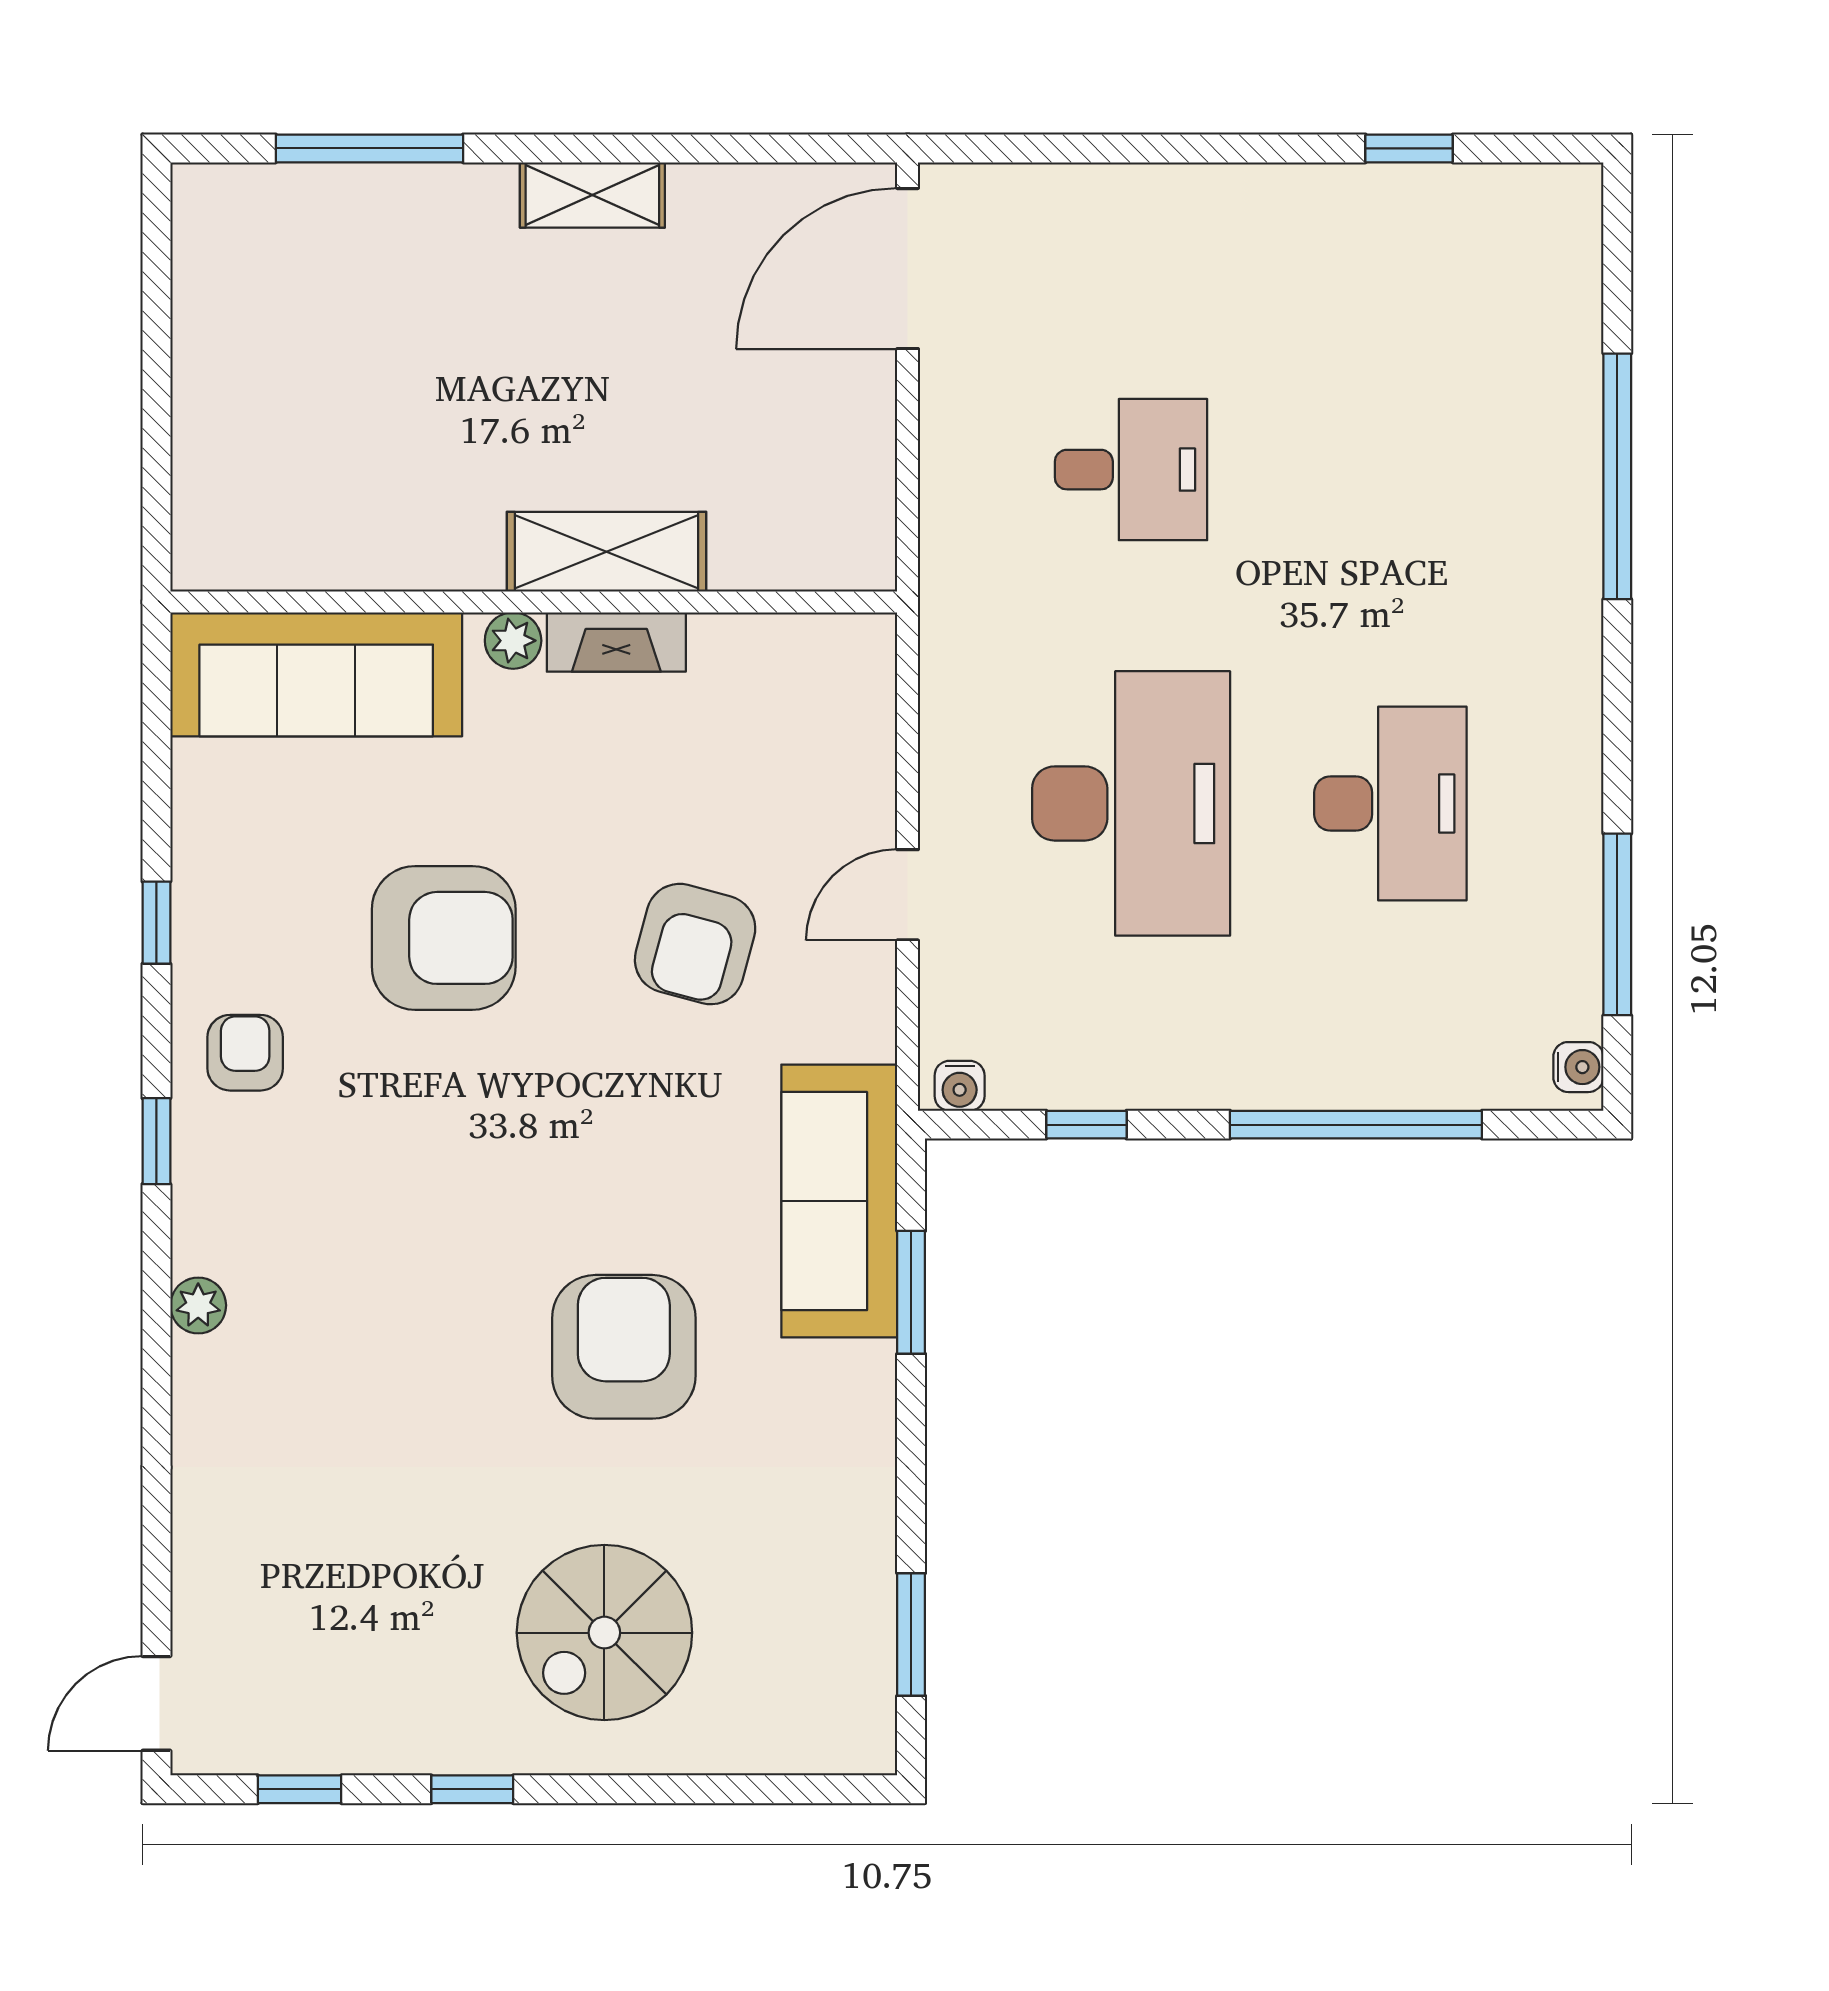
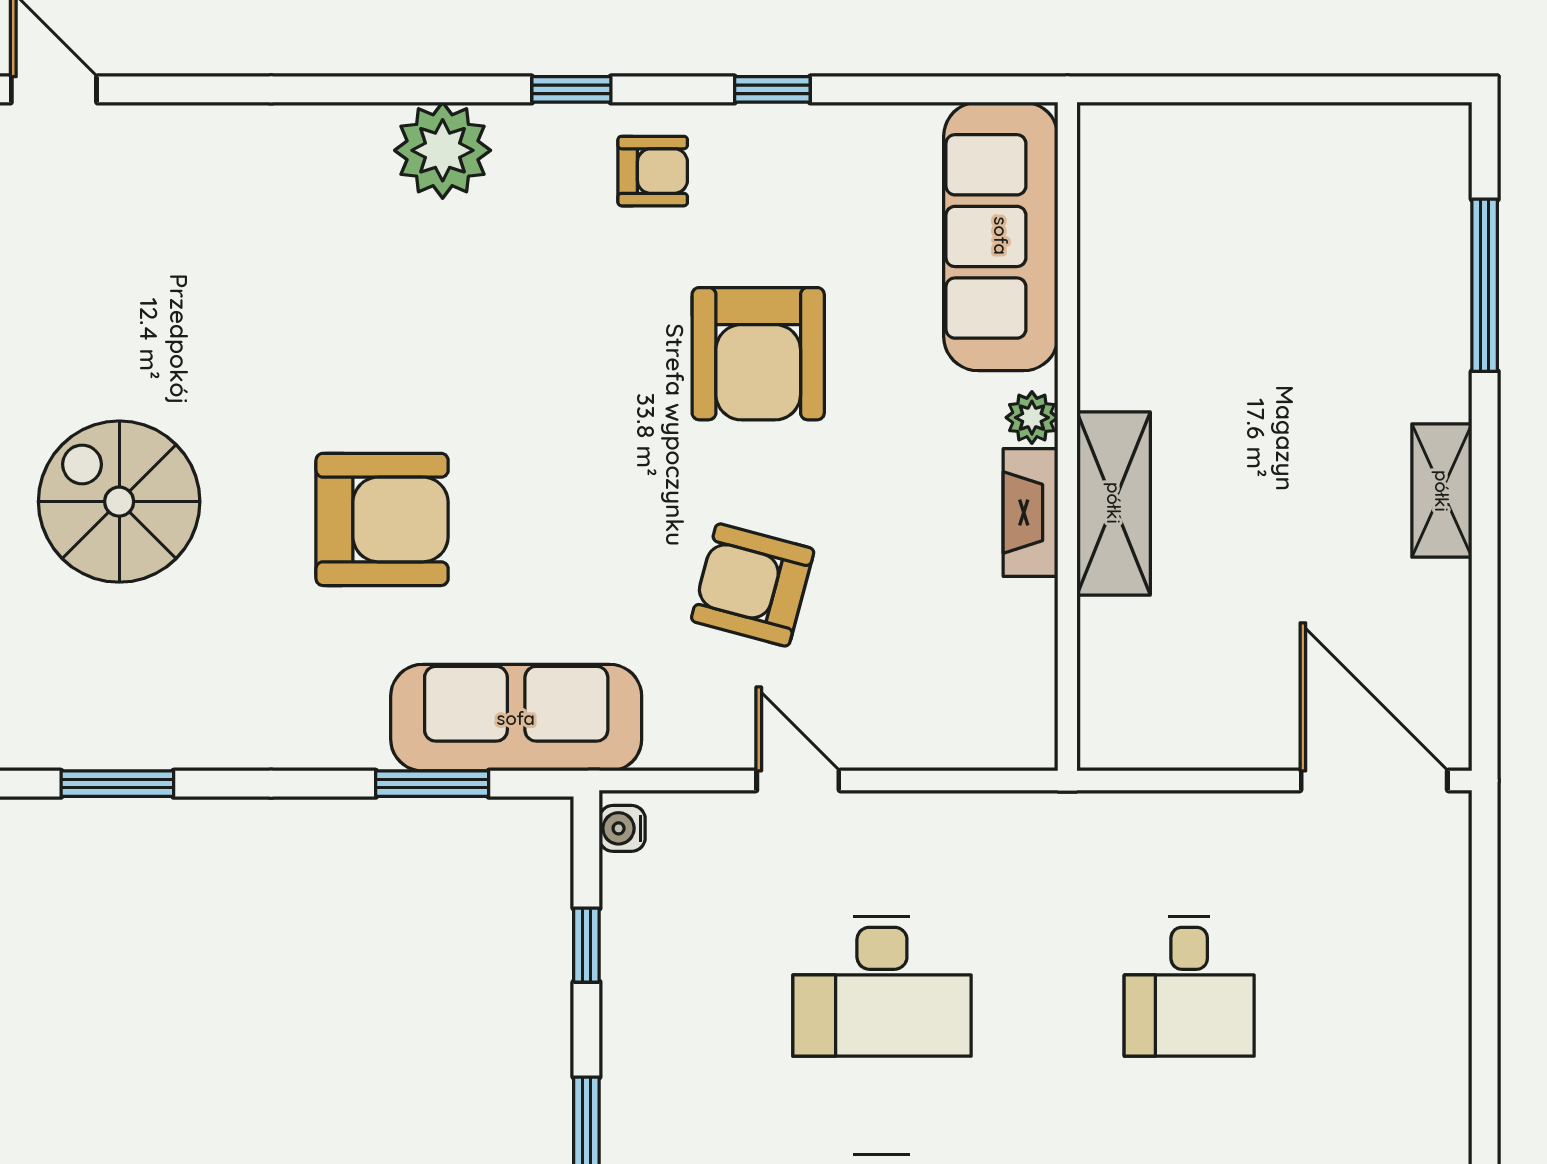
desk: (1131, 803) -> (882, 986), width x0.73, depth x0.77
plant: (198, 1305) -> (443, 150), width x1.87, depth x1.87

